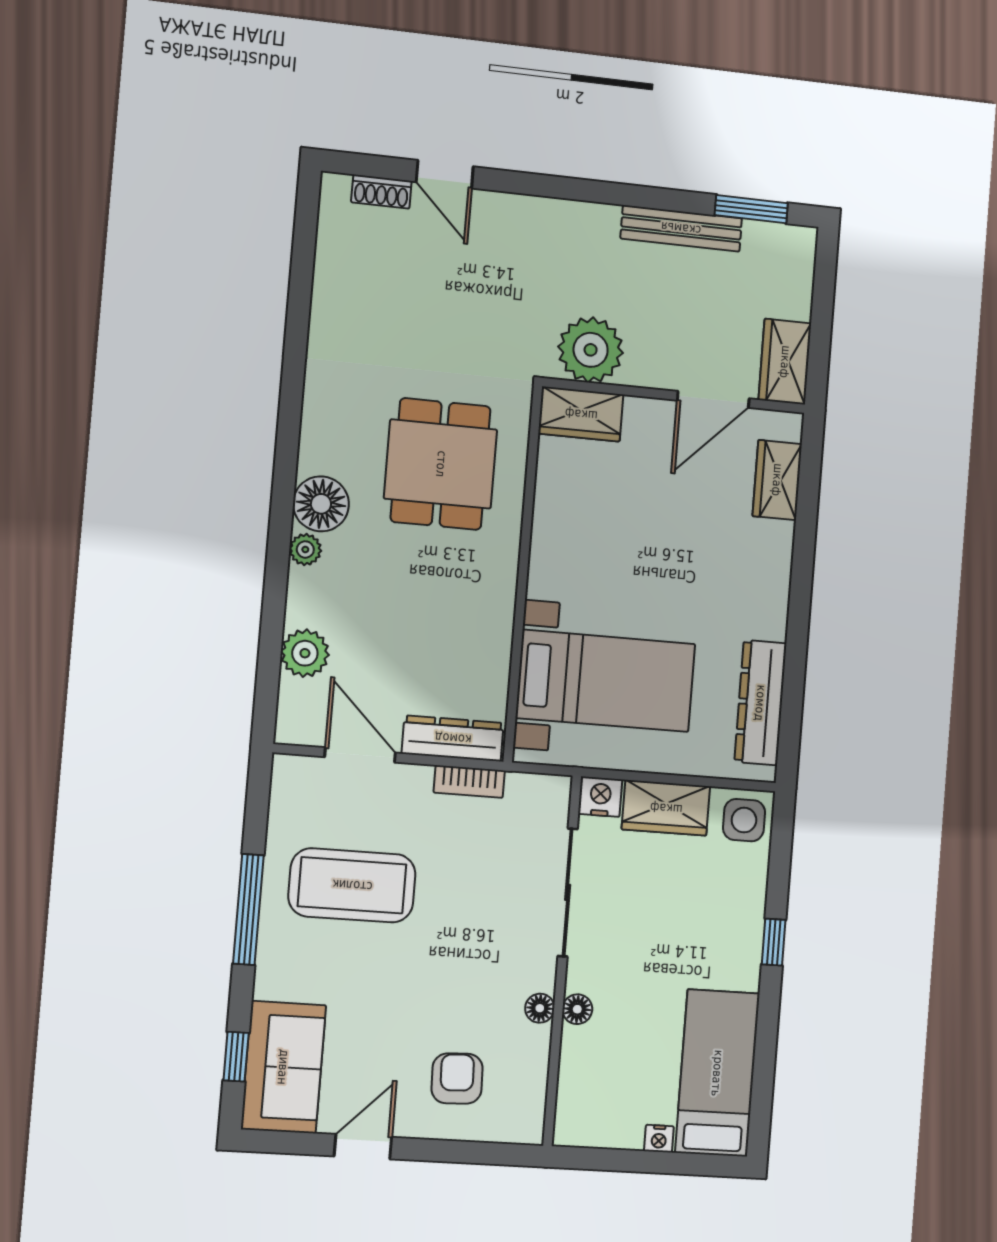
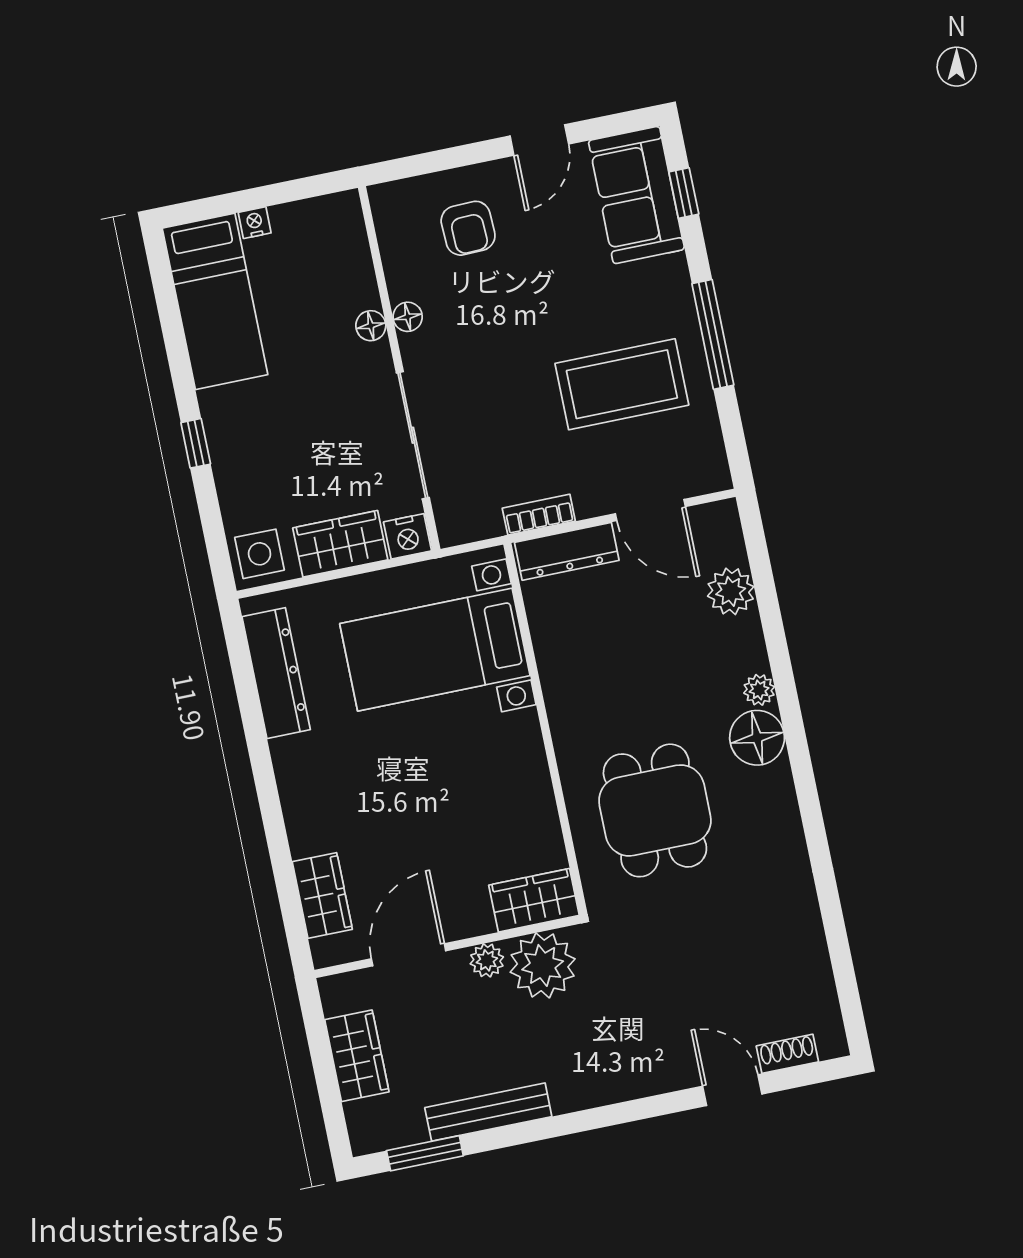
wardrobe: (785, 362) -> (357, 1056), moved
plant: (642, 371) -> (487, 960), added

